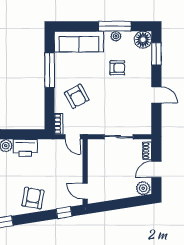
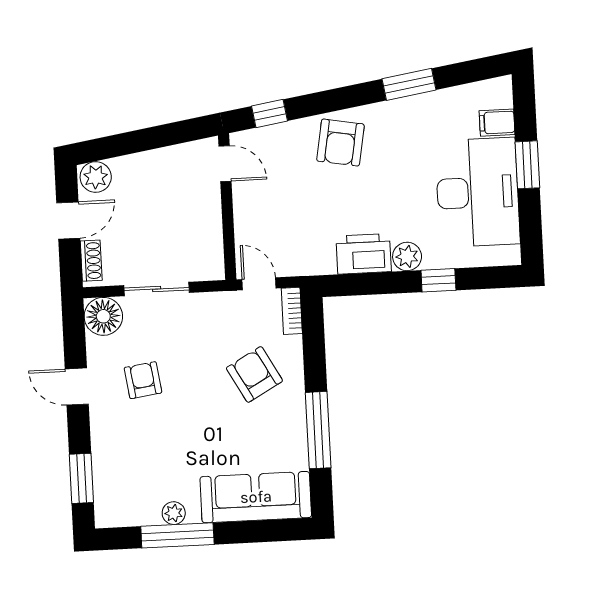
floor lamp: (143, 40) -> (103, 316), moved
armchair: (117, 68) -> (143, 380), moved, turned 82

